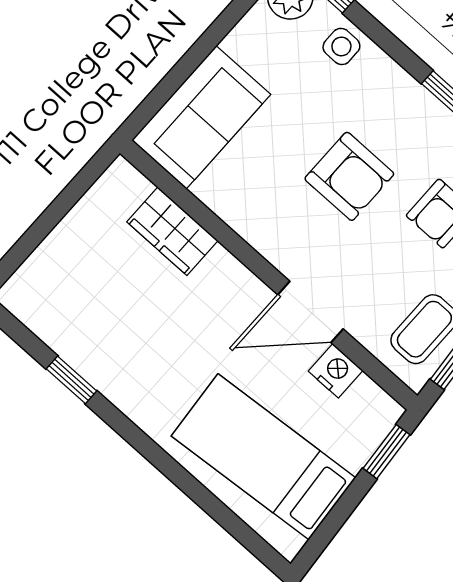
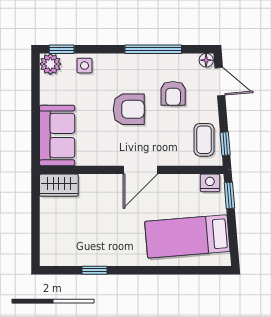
wardrobe: (172, 231) -> (59, 185), moved
door: (310, 312) -> (140, 170), moved
nightstand: (336, 371) -> (210, 183), moved

